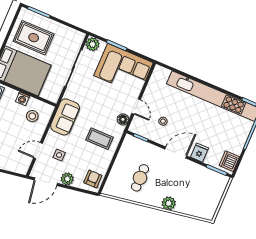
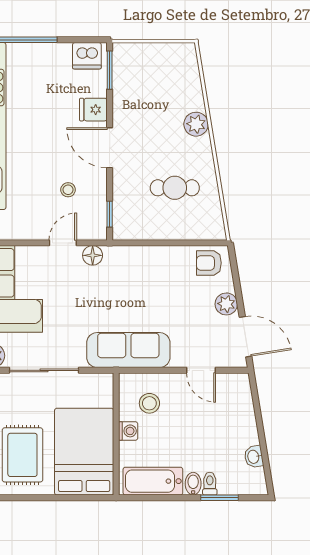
sofa: (65, 117) -> (128, 350), width x1.36
coffee table: (99, 139) -> (140, 280), removed
side table: (59, 155) -> (194, 333), removed

